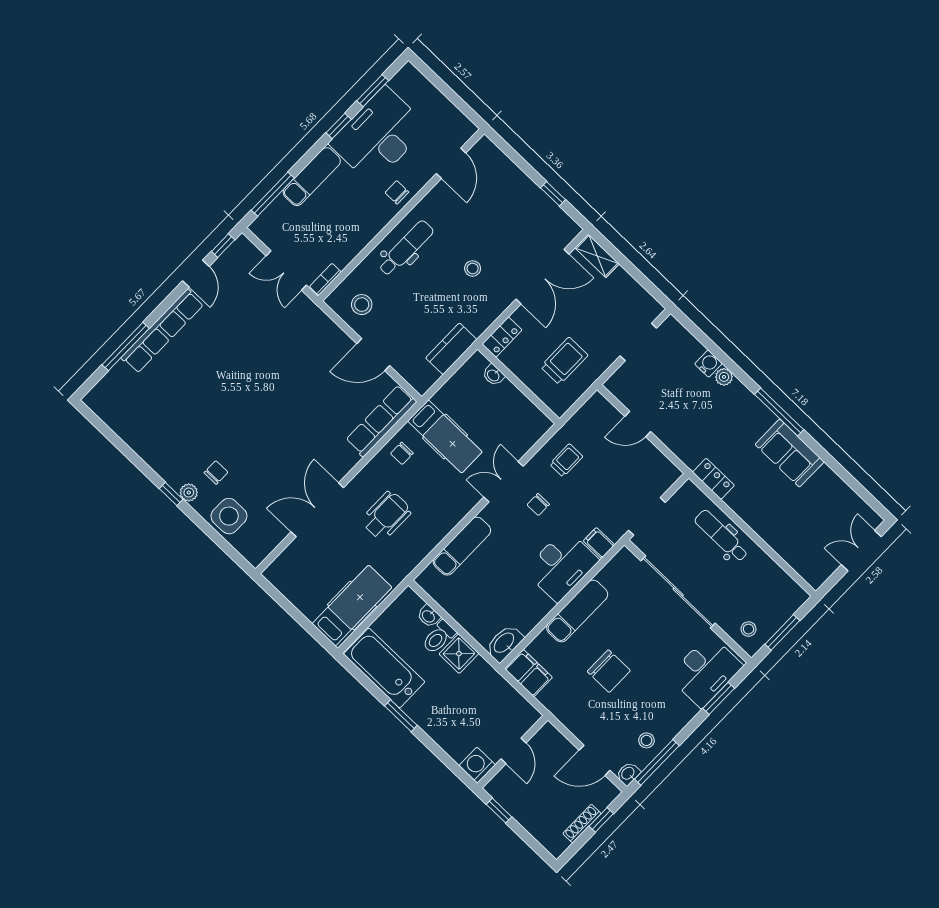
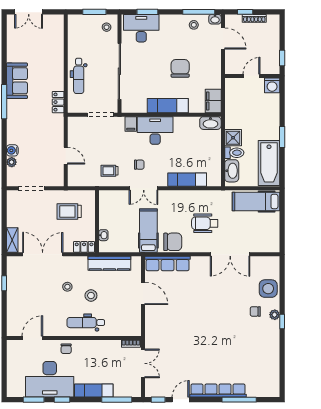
stool: (362, 305) -> (91, 296), moved
kitchen counter: (451, 349) -> (109, 263), width x1.50
plant: (724, 377) -> (12, 162), moved
chair: (402, 453) -> (173, 242), width x1.87, depth x1.87
washbasin: (429, 616) -> (232, 171), width x1.91, depth x1.45

